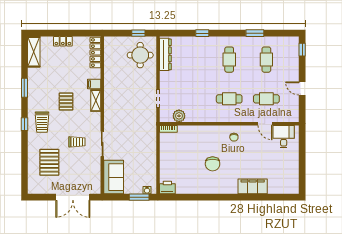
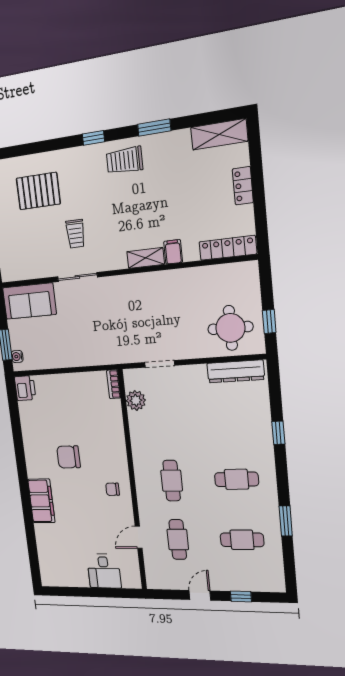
window: (302, 50) -> (241, 596), moved
pallet: (66, 101) -> (139, 206), removed
trolley: (42, 122) -> (125, 160), moved
desk: (284, 137) -> (104, 571), moved, turned 90
filing cabinet: (253, 186) -> (41, 501), moved

